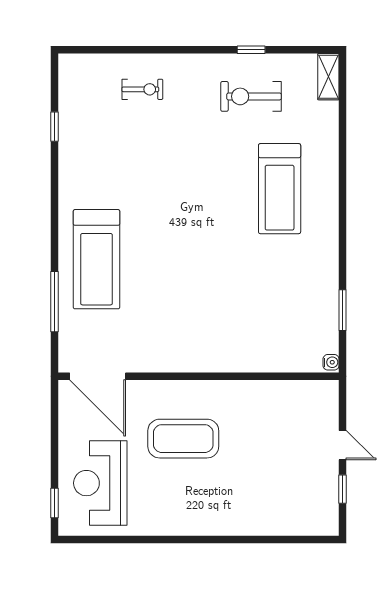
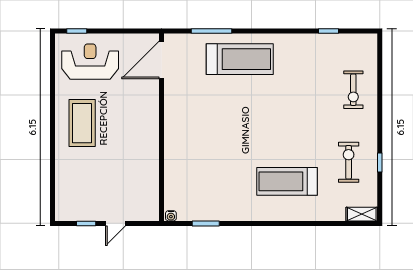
exercise bike: (142, 89) -> (353, 90), width x1.38, depth x1.39
treadmill: (96, 259) -> (240, 59), turned 180
coffee table: (183, 439) -> (82, 123), moved

